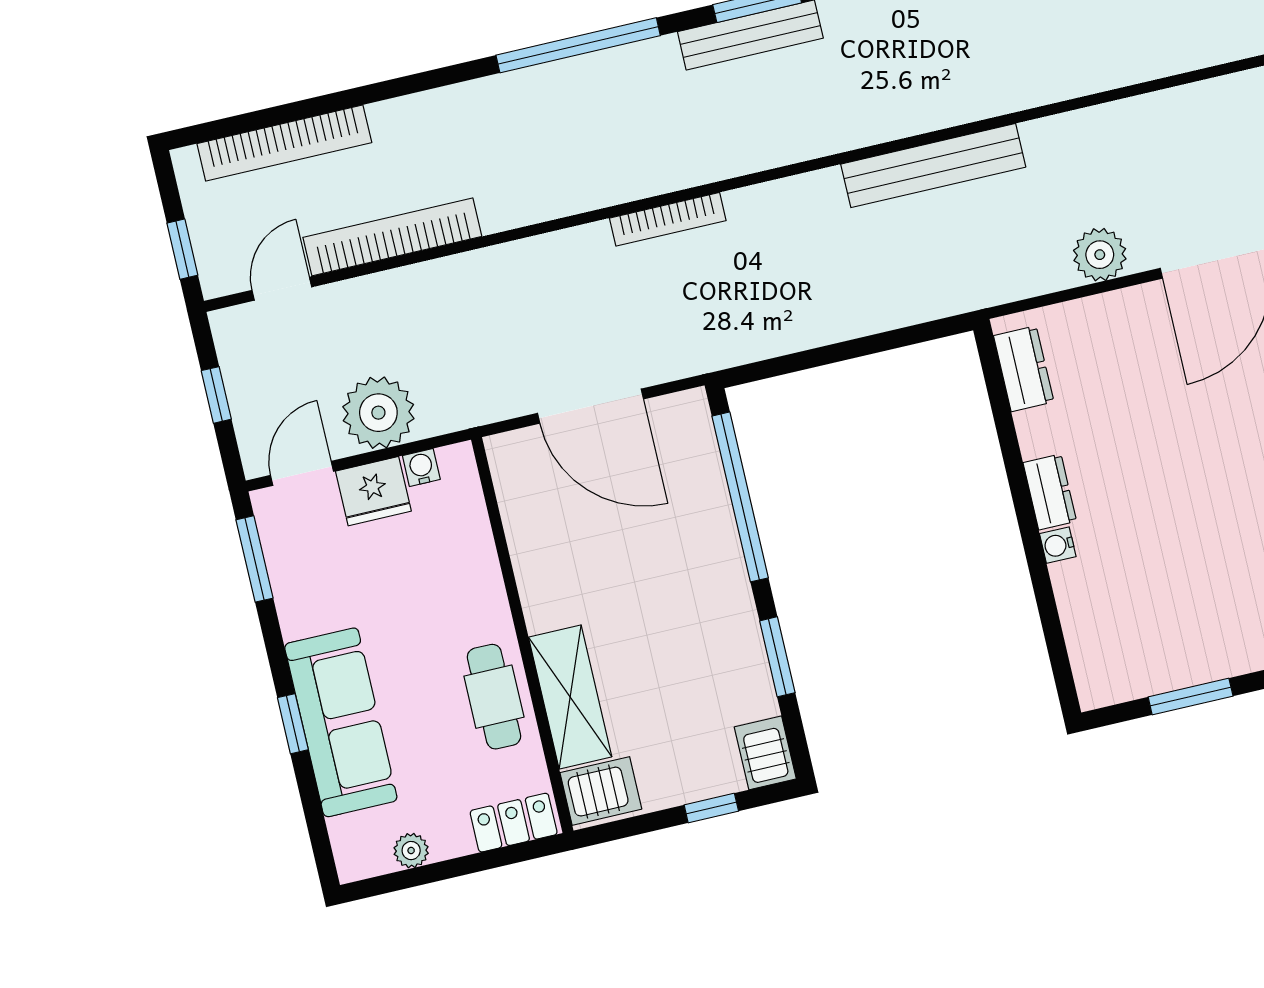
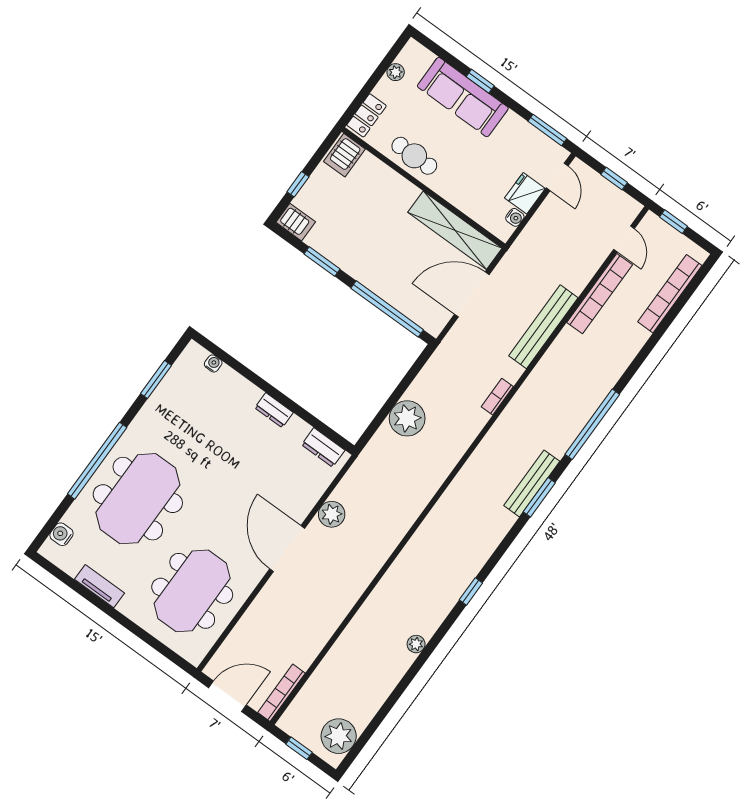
bench: (933, 166) -> (543, 327), moved
bookcase: (668, 219) -> (497, 397), width x0.64
plant: (378, 413) -> (407, 418), moved
water cooler: (1058, 545) -> (213, 363), moved
shelving: (570, 697) -> (455, 230), moved, width x1.47

